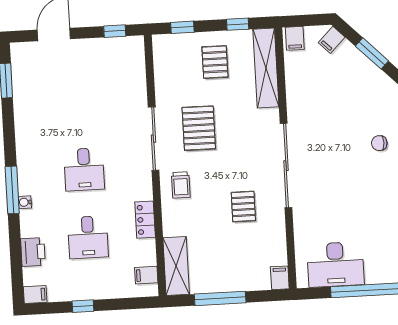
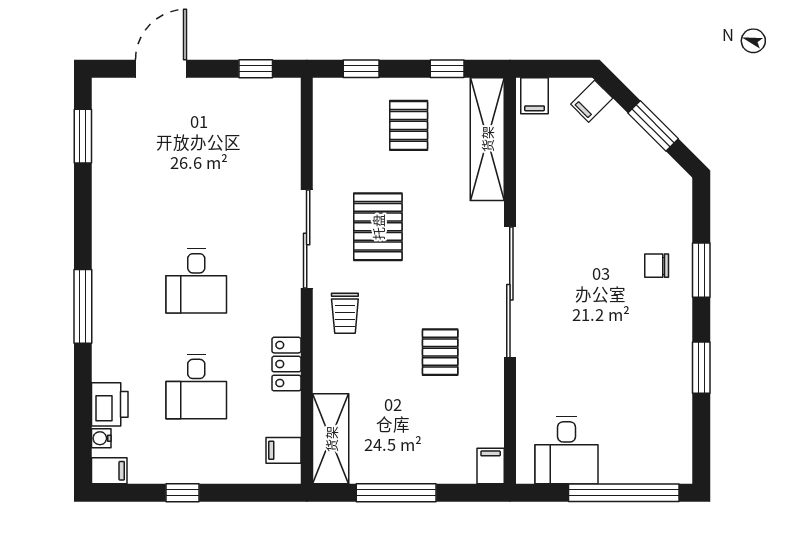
water cooler: (25, 202) -> (101, 438), moved
desk: (336, 264) -> (567, 450), width x0.73

